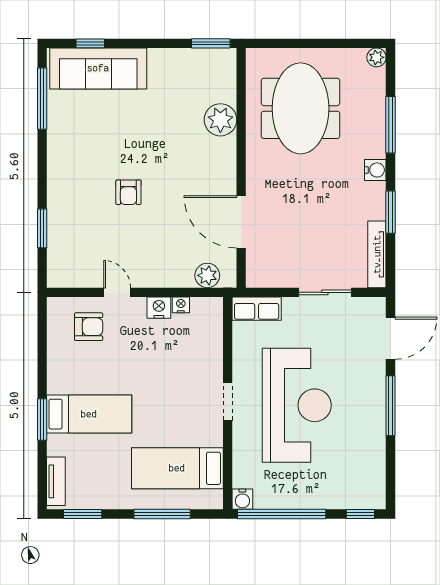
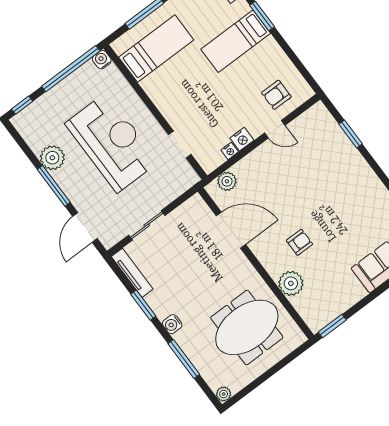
meeting table: (301, 108) -> (247, 327), turned 90
armchair: (128, 192) -> (299, 242), moved, turned 90
row of seats: (257, 309) -> (181, 184), removed
doorway: (228, 402) -> (180, 145), moved
reception desk: (297, 405) -> (112, 143), turned 180
plant: (370, 436) -> (52, 158), added

